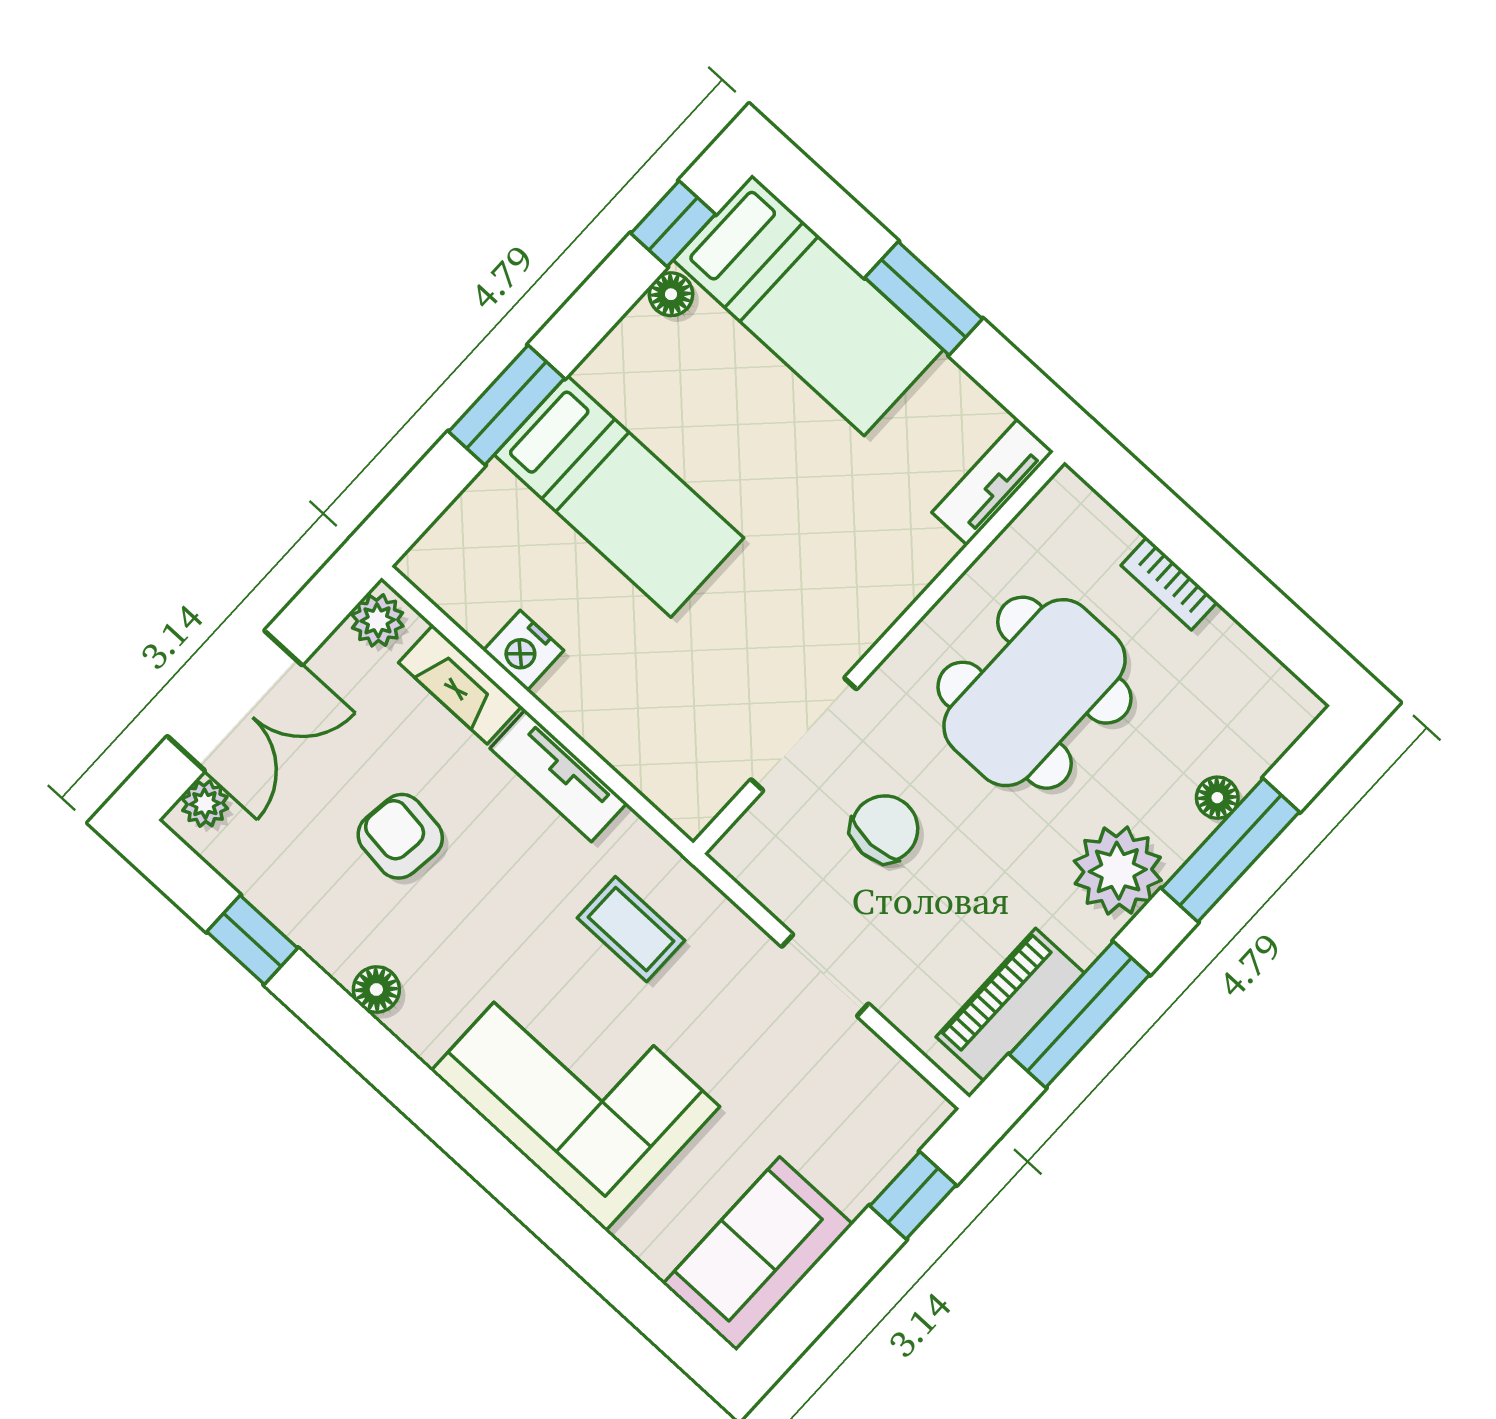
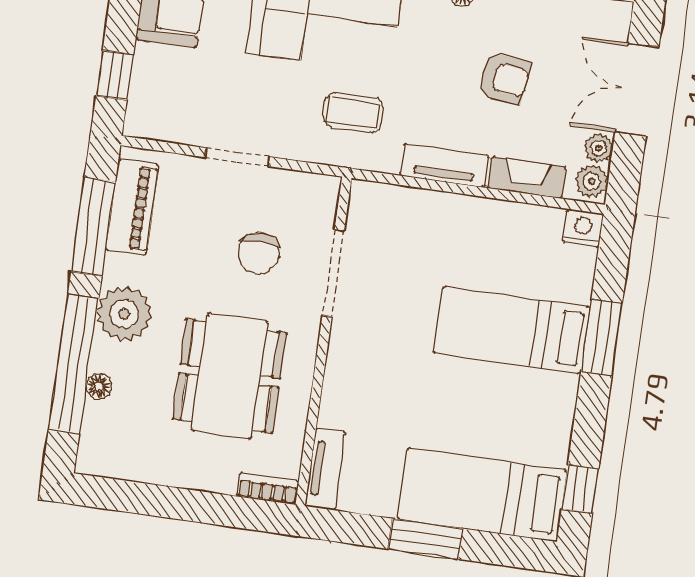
floor lamp: (671, 294) -> (556, 452), removed
bookcase: (1169, 584) -> (268, 489), moved
nightstand: (523, 651) -> (583, 228), moved
plant: (205, 804) -> (599, 148), moved
window: (1231, 850) -> (74, 364), width x1.46

